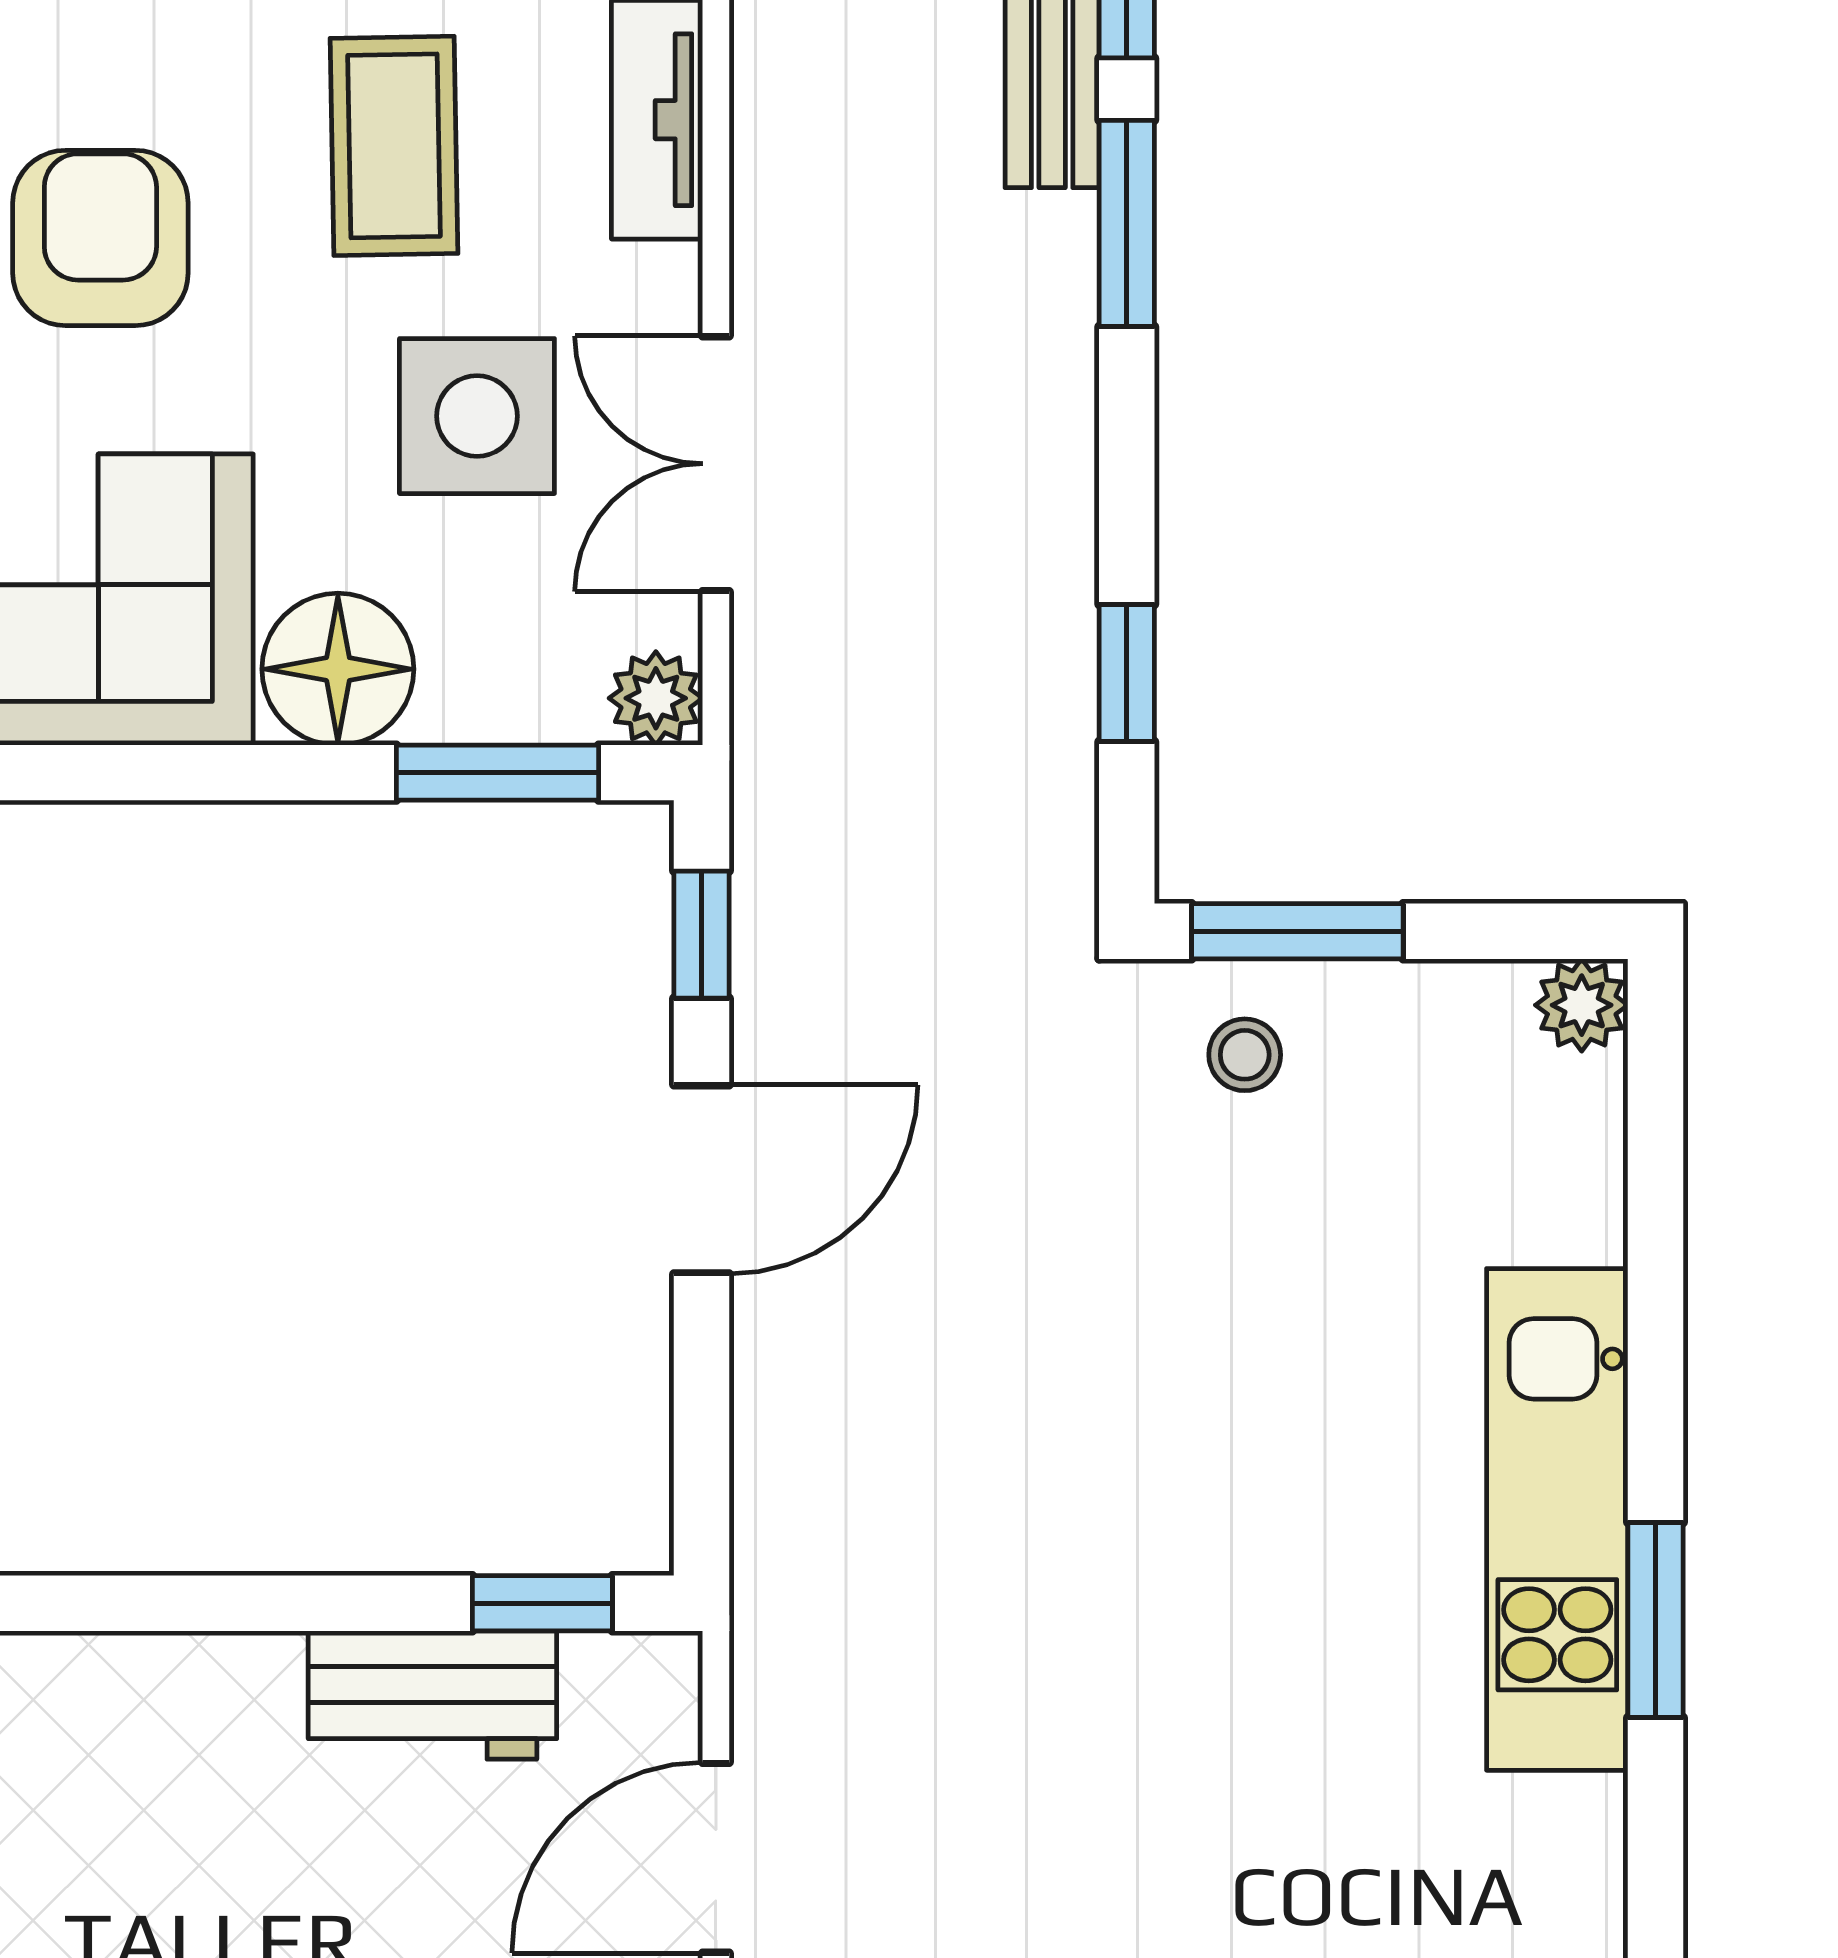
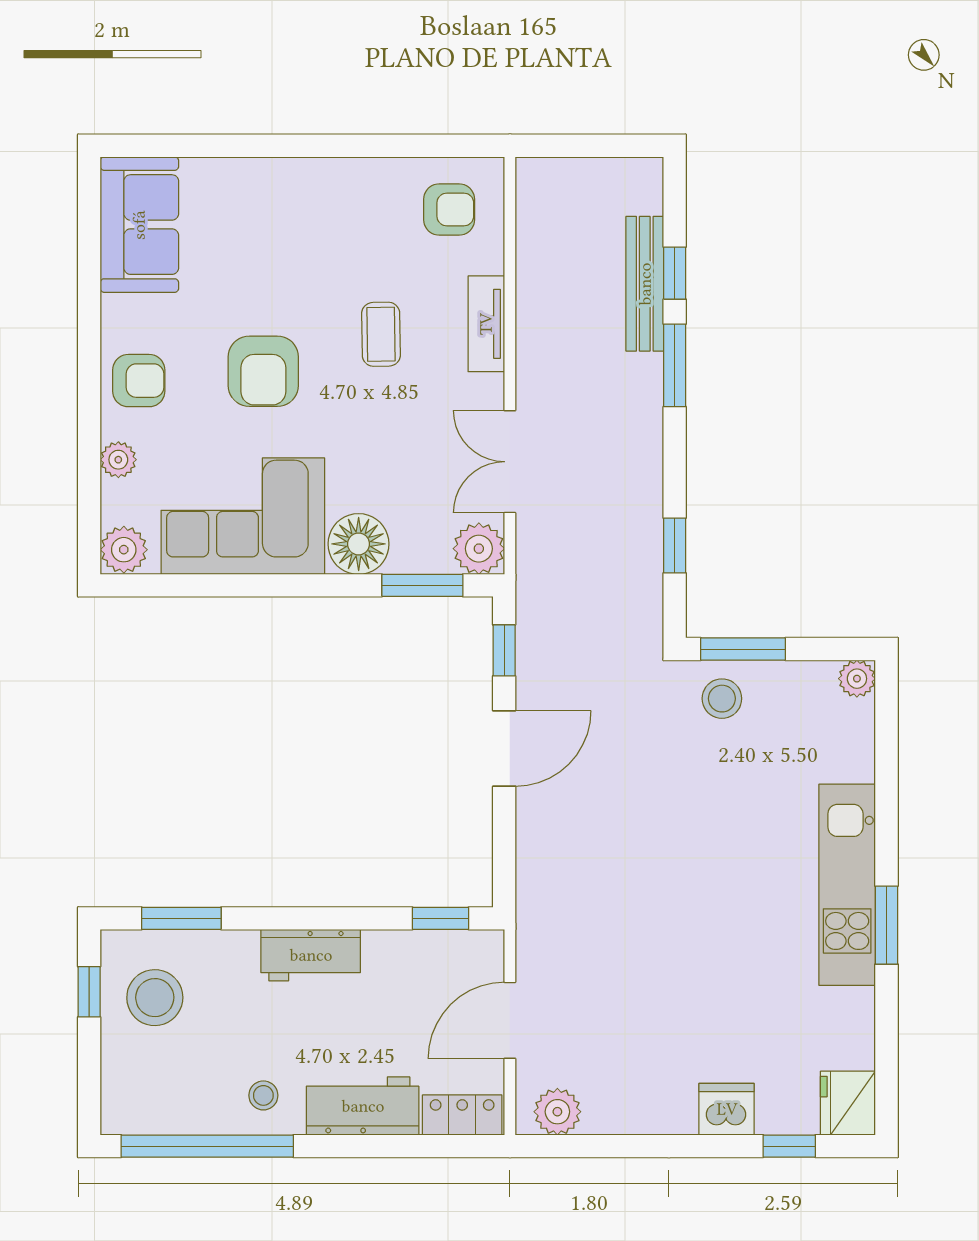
coffee table: (394, 146) -> (381, 334), width x0.73, depth x0.77
armchair: (100, 238) -> (263, 371), turned 180
side table: (477, 416) -> (414, 443), removed
plant: (656, 698) -> (479, 549), width x1.38, depth x1.38
stool: (1245, 1055) -> (722, 699), width x1.37, depth x1.37
workbench: (432, 1695) -> (311, 955), moved

